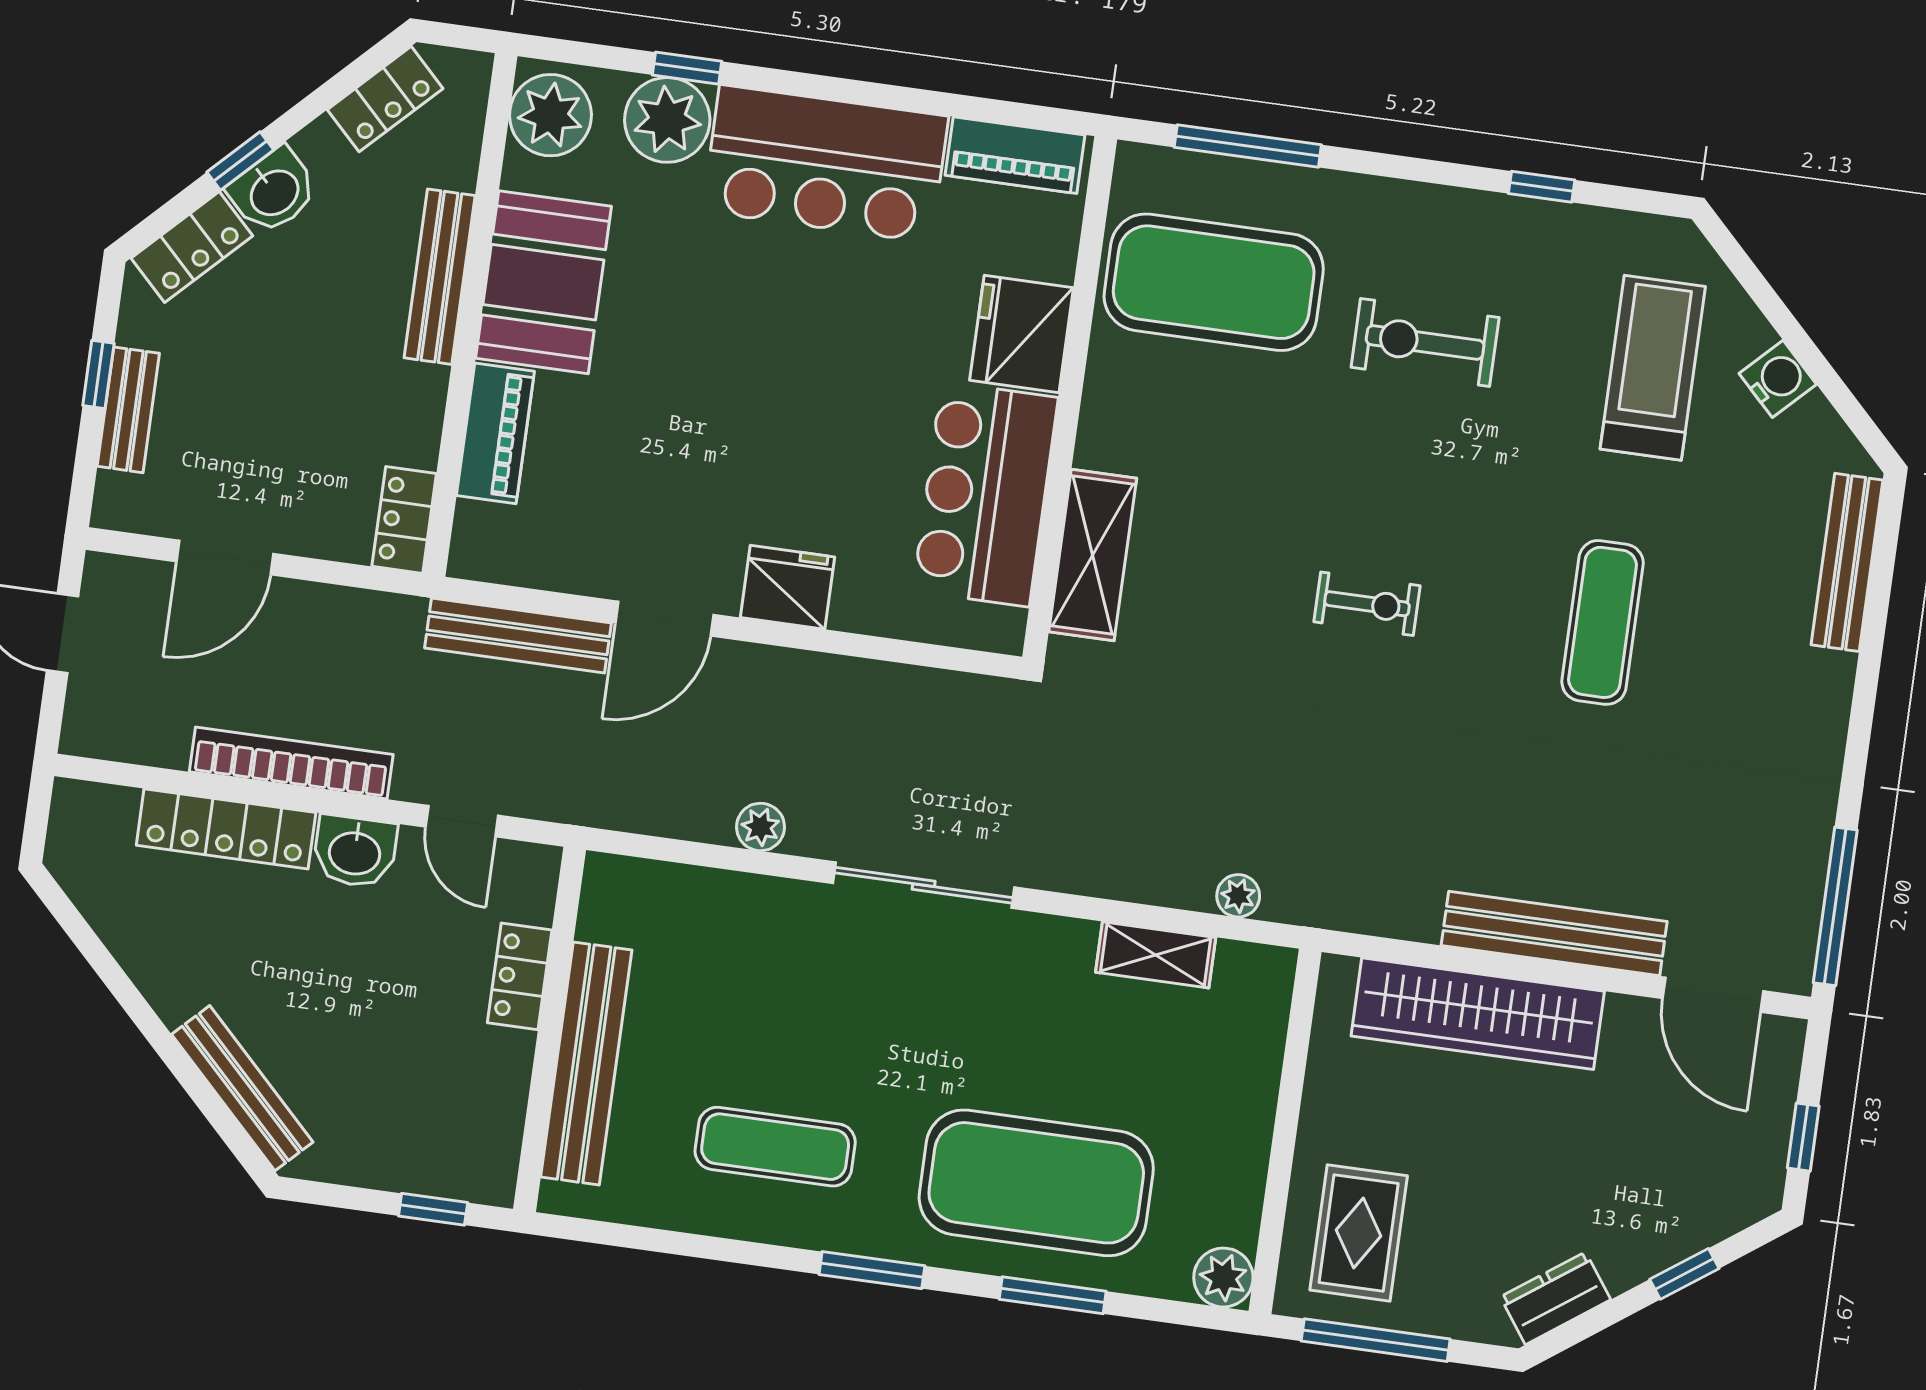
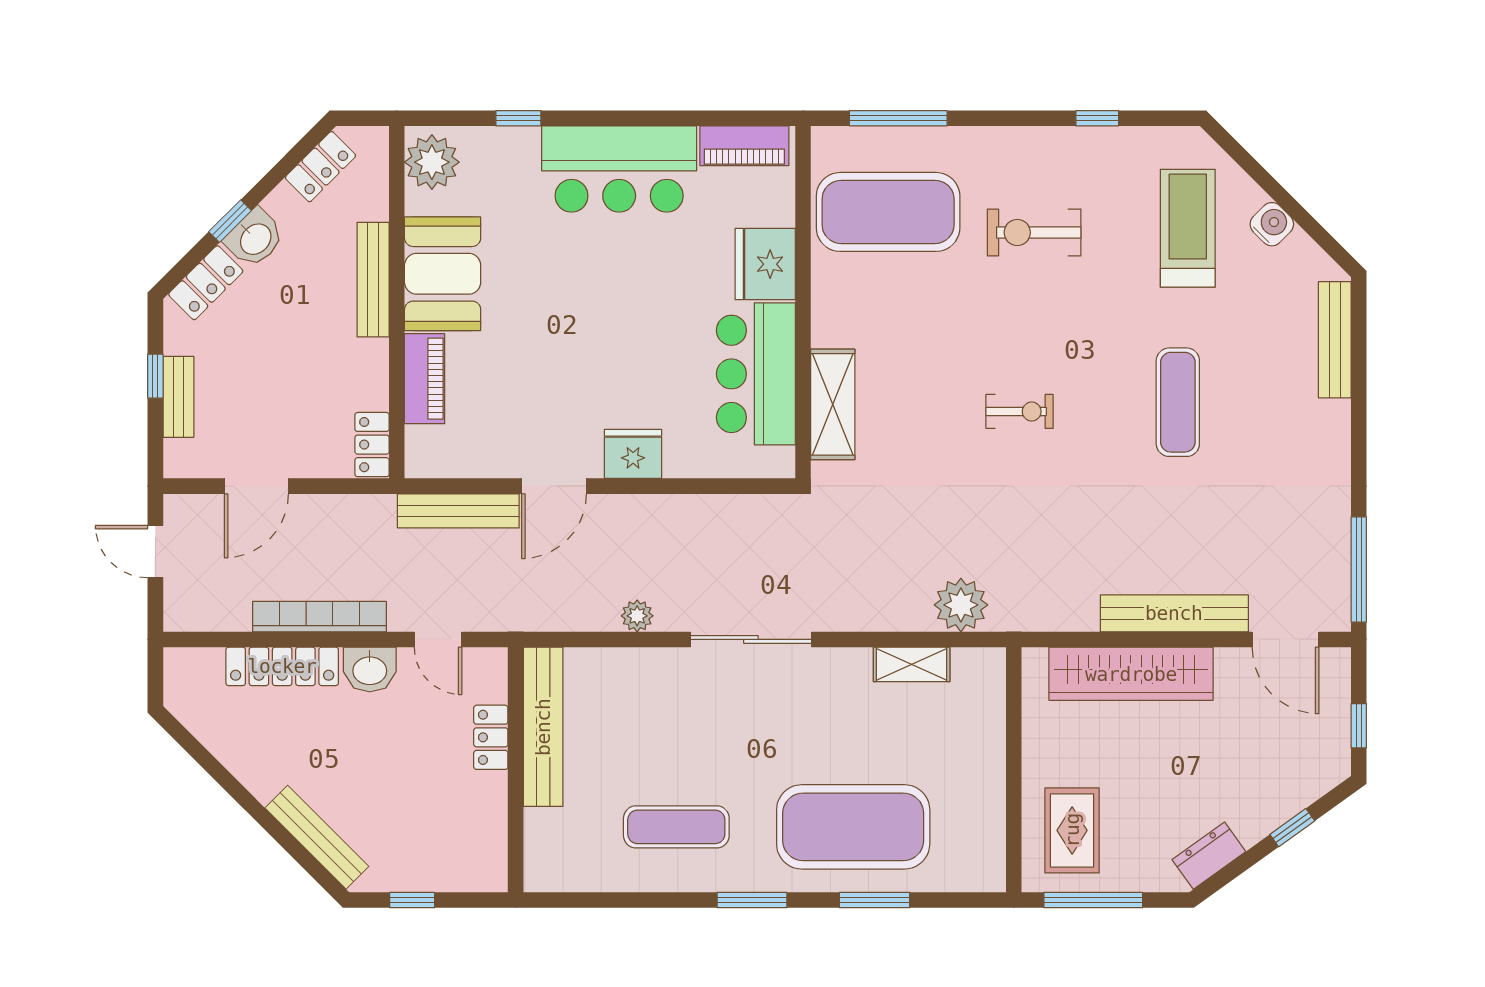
plant: (667, 120) -> (510, 154), removed
plant: (1238, 896) -> (961, 605), width x1.87, depth x1.87
bench: (586, 1063) -> (543, 727), moved
window: (433, 1209) -> (412, 900), moved
plant: (1223, 1278) -> (986, 873), removed

